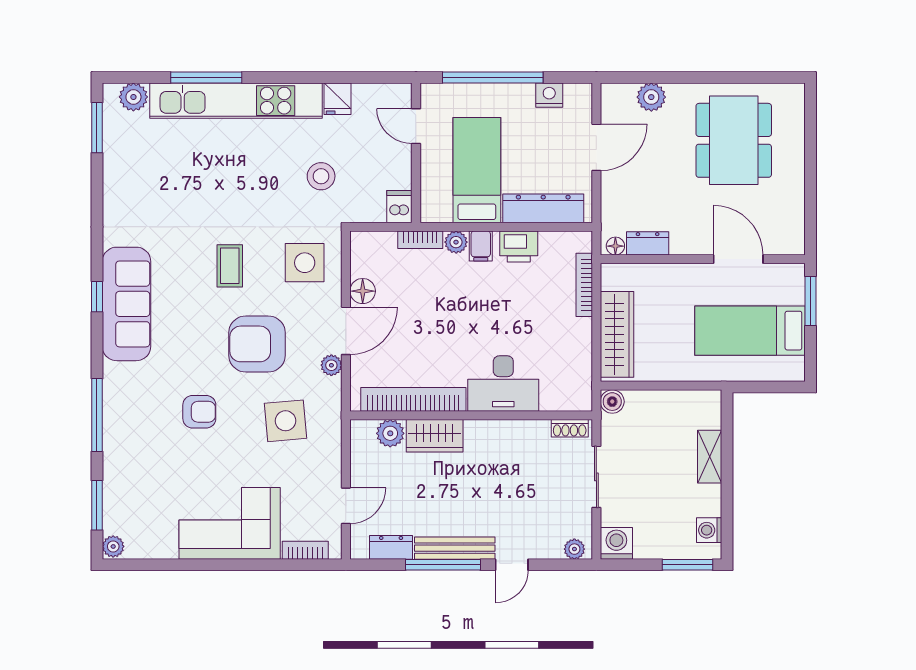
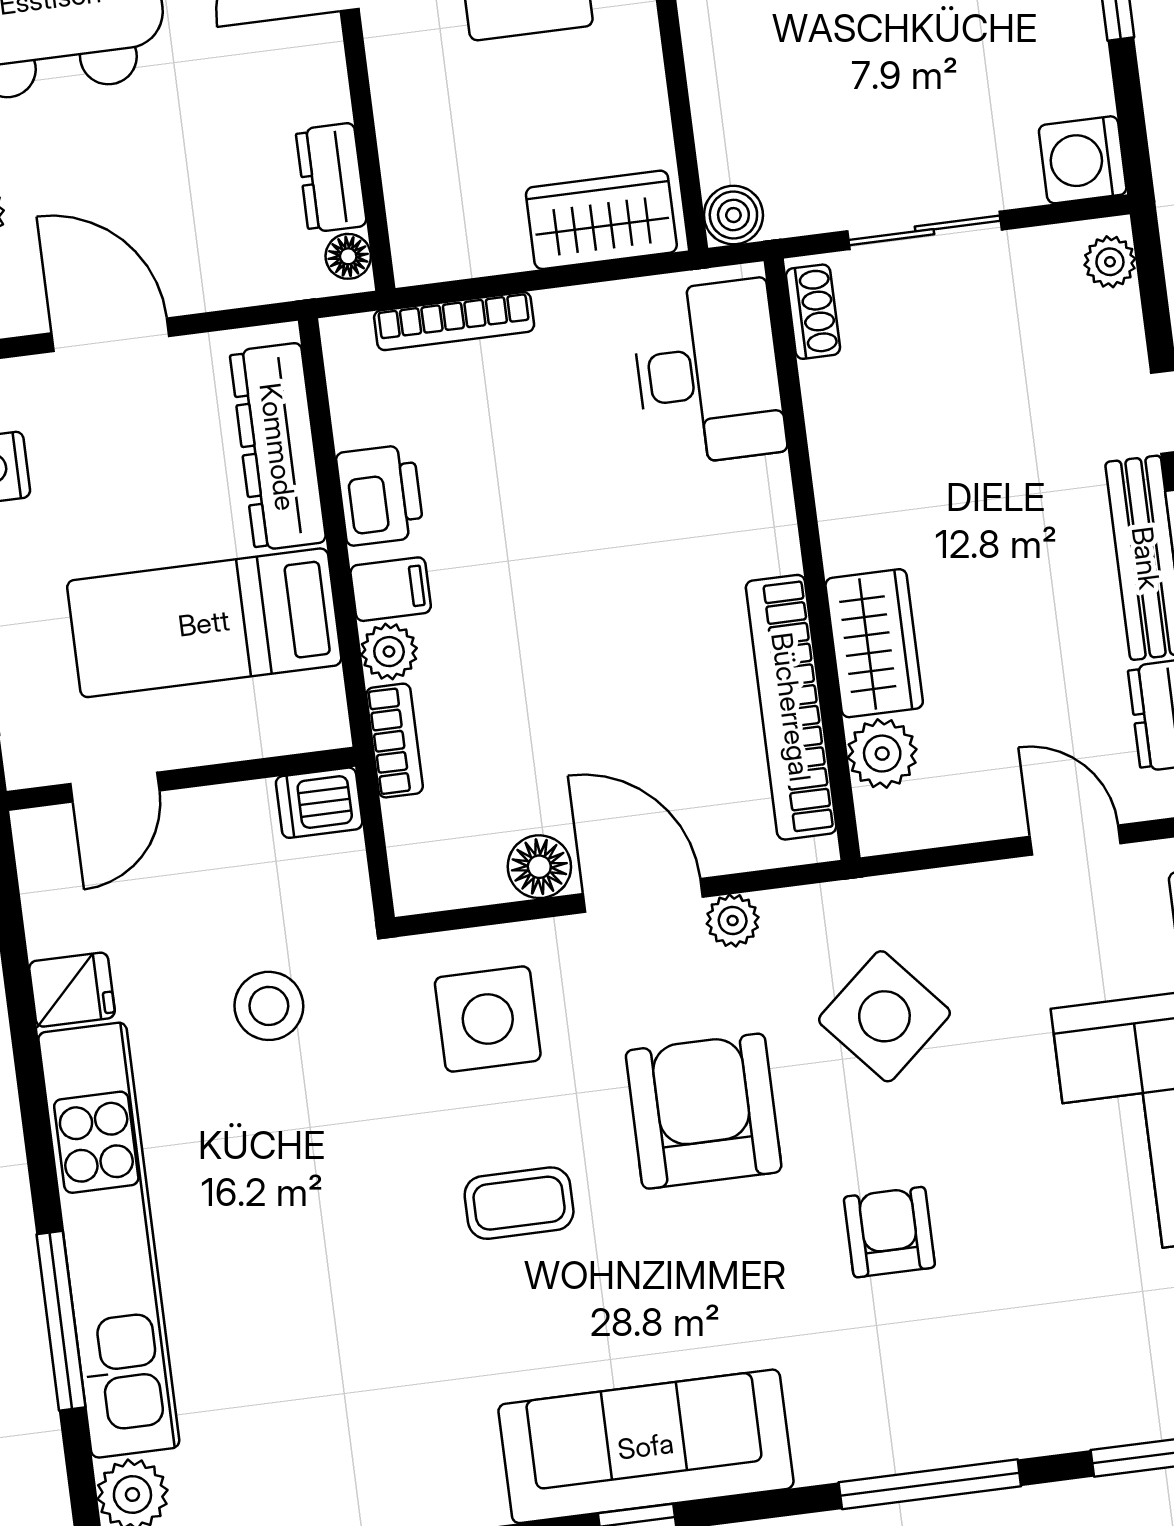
wardrobe: (617, 334) -> (601, 220), width x0.67
armchair: (257, 344) -> (704, 1111), turned 180
desk: (503, 383) -> (708, 373), moved
side table: (285, 421) -> (884, 1016), turned -36

